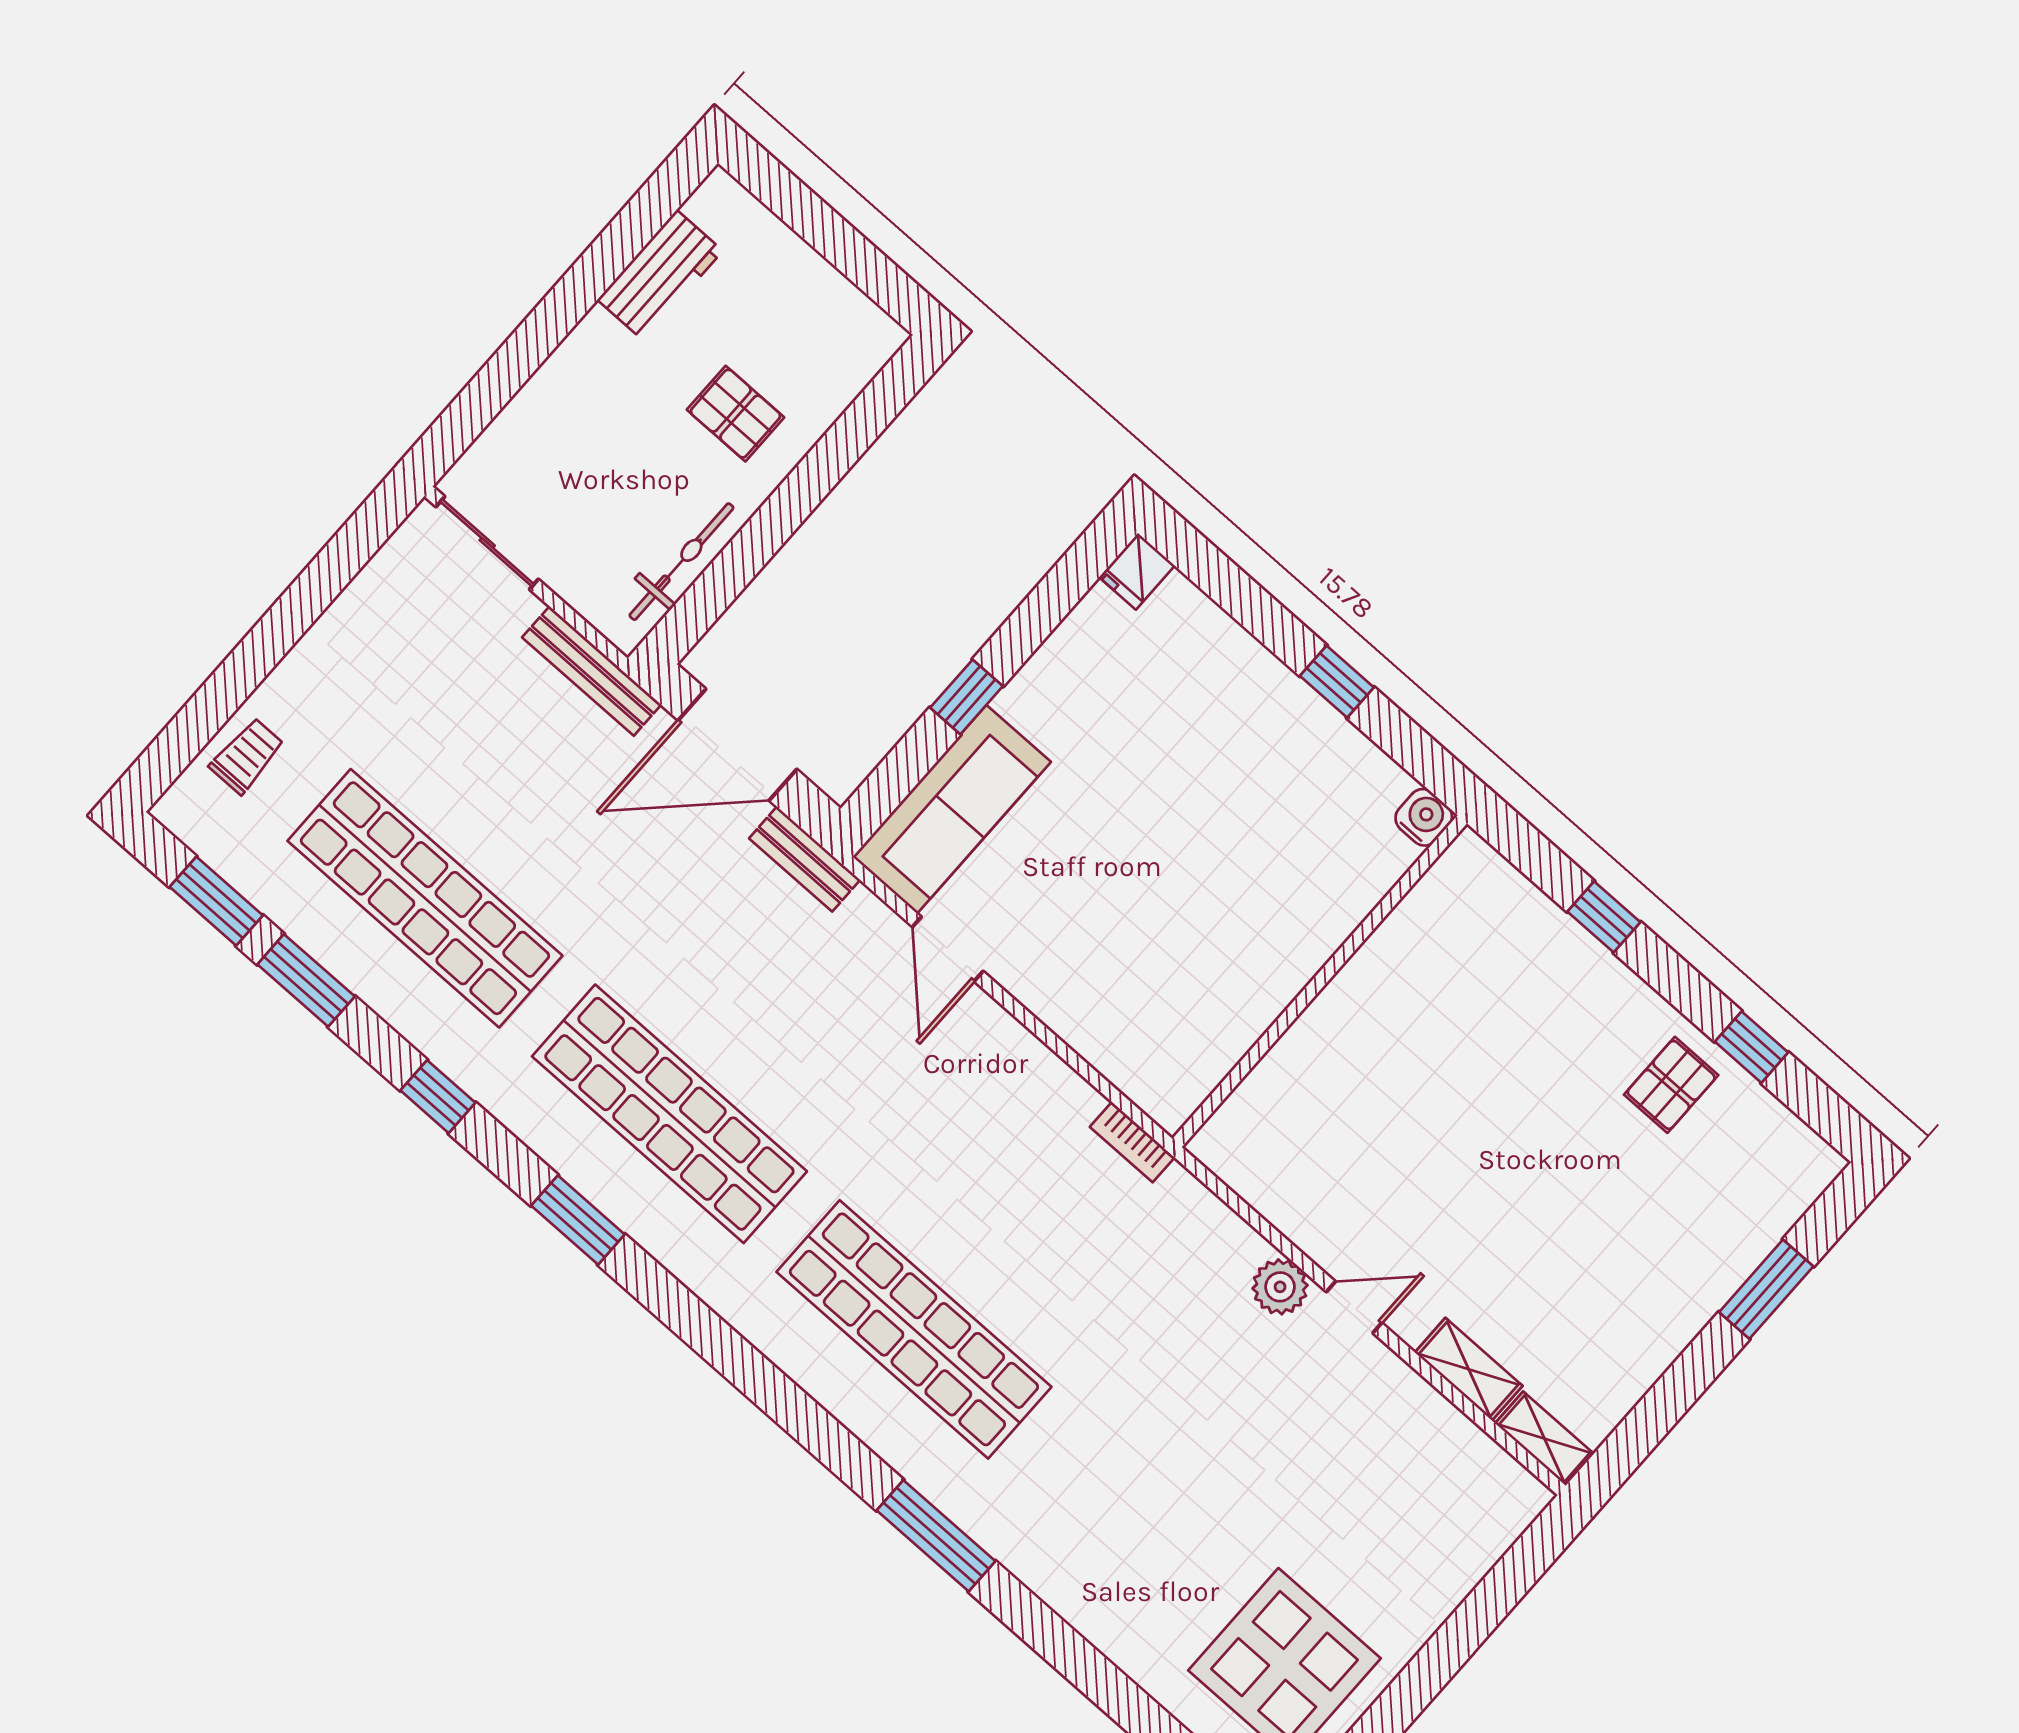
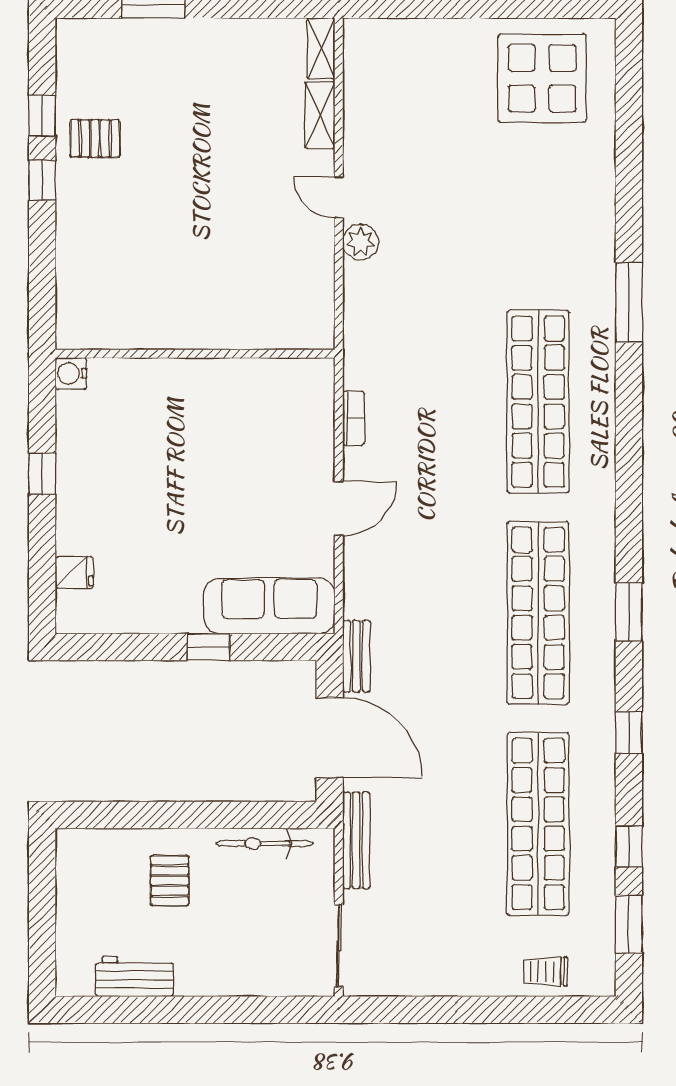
fridge: (1137, 571) -> (74, 572), moved
window: (1604, 917) -> (42, 180), moved
door: (948, 949) -> (339, 509), moved
window: (306, 980) -> (629, 847), width x0.67
bookcase: (1132, 1142) -> (354, 418), moved

